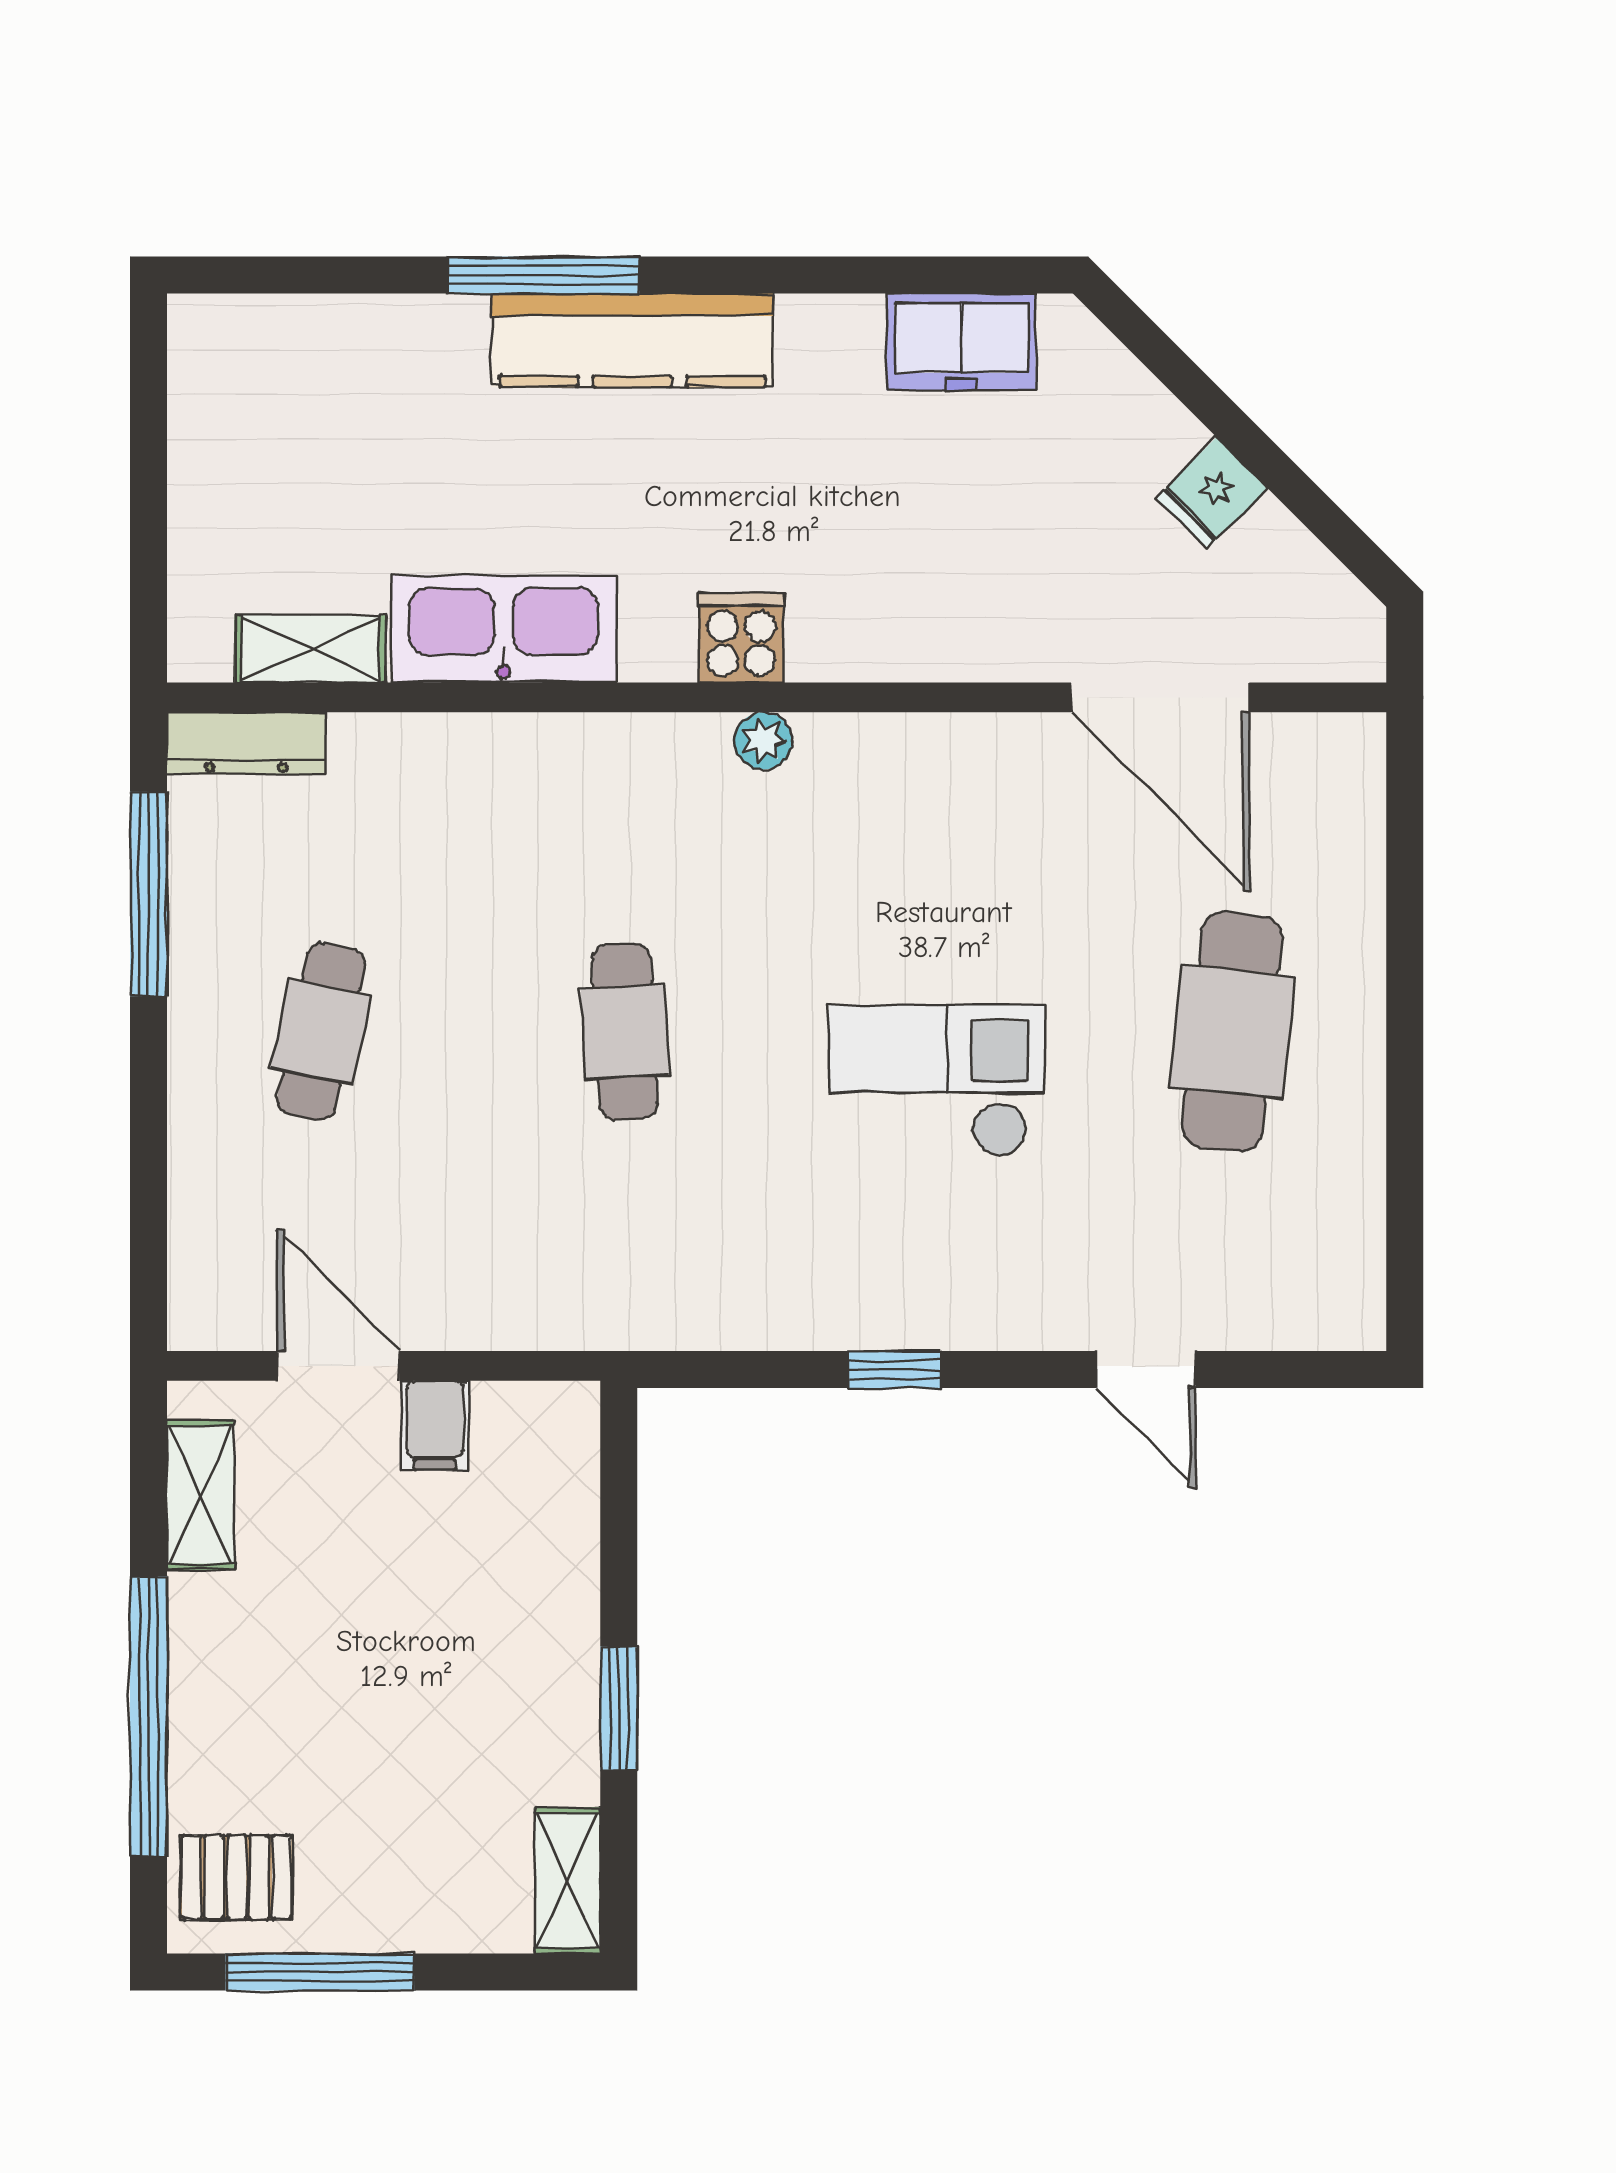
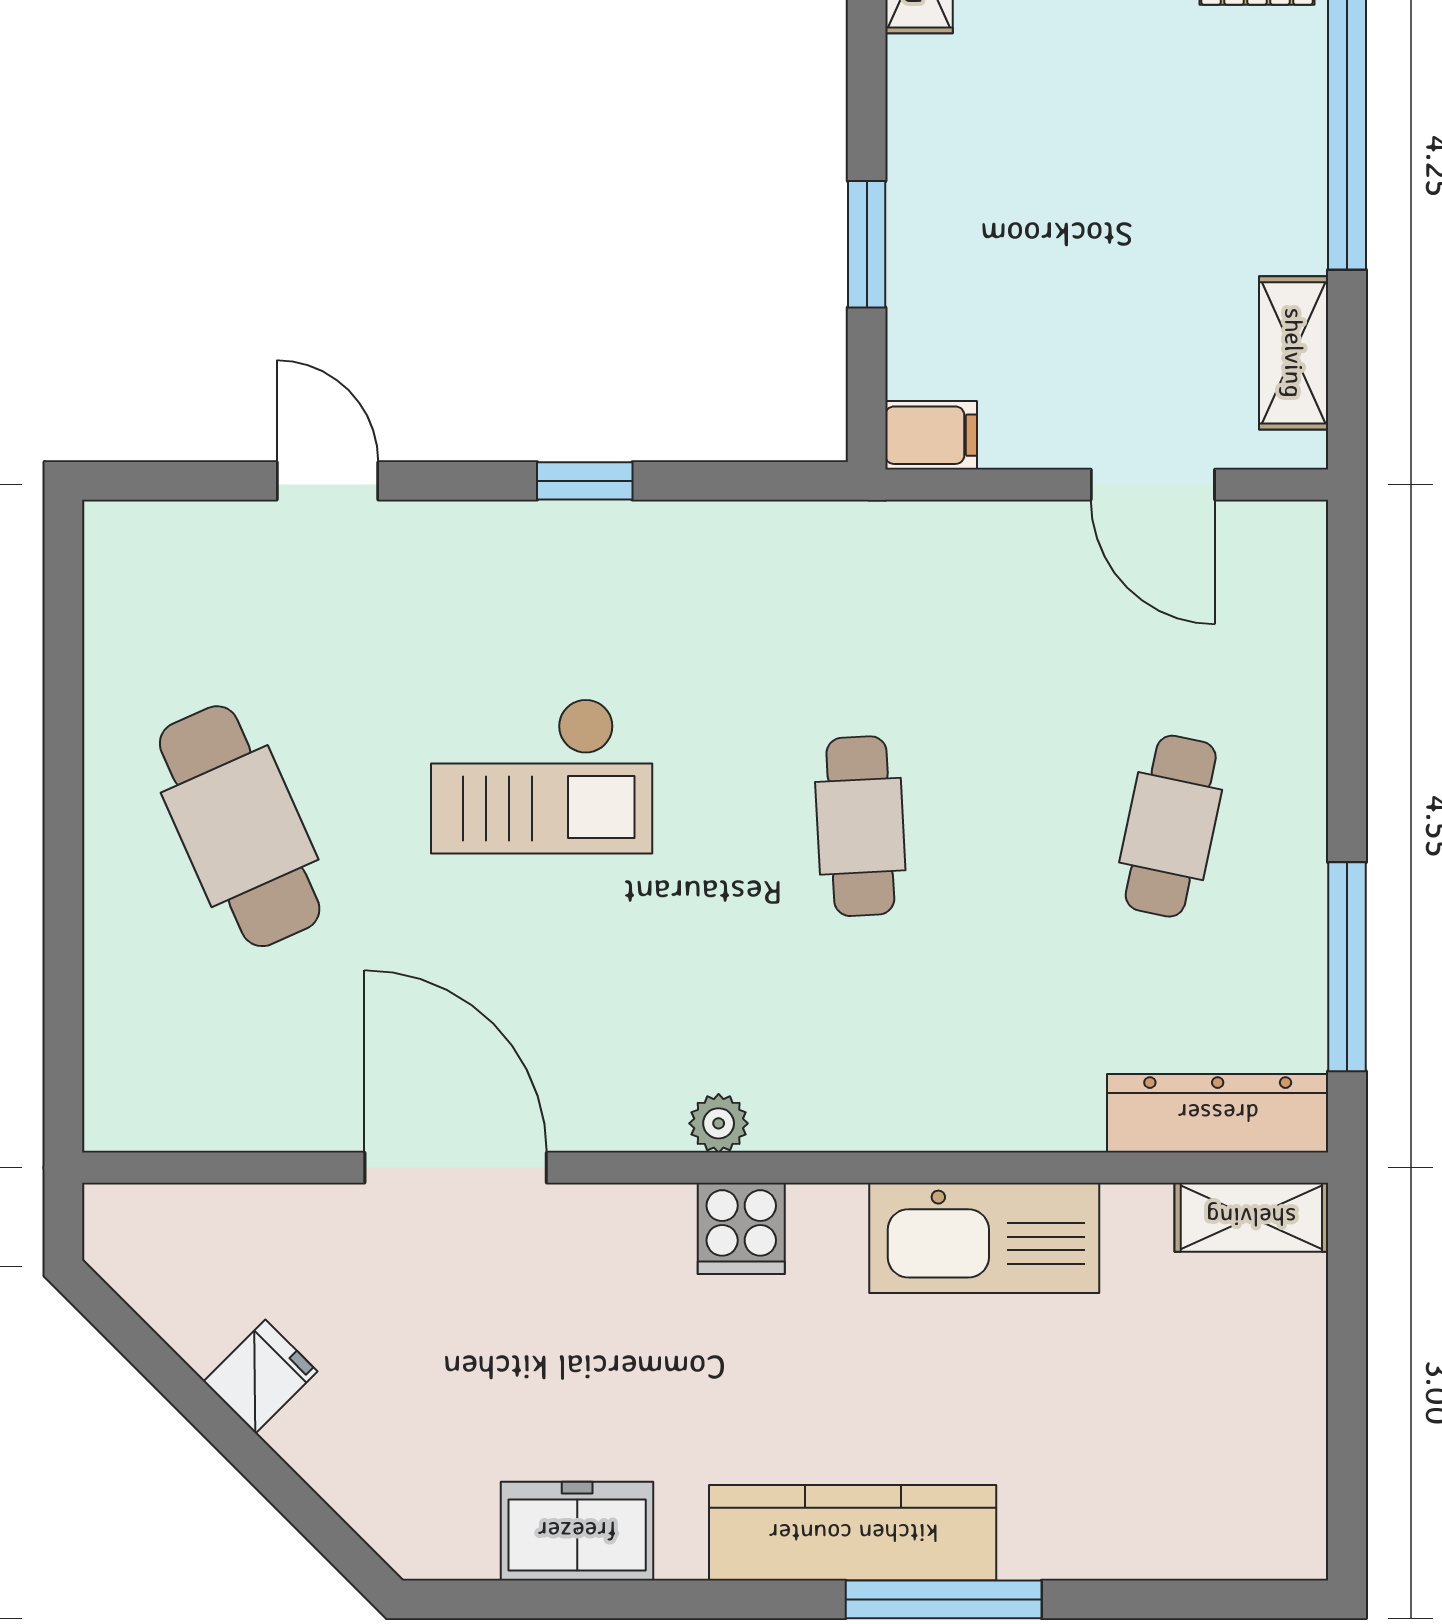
freezer: (961, 342) -> (577, 1531), moved
shelving: (310, 649) -> (1251, 1217), moved
door: (1160, 697) -> (456, 1168), moved
dresser: (246, 743) -> (1218, 1113), width x1.37, depth x1.24
cafe table: (1232, 1032) -> (240, 826), turned -30
filing cabinet: (435, 1425) -> (931, 435), moved, turned 90
window: (619, 1708) -> (867, 244), moved

